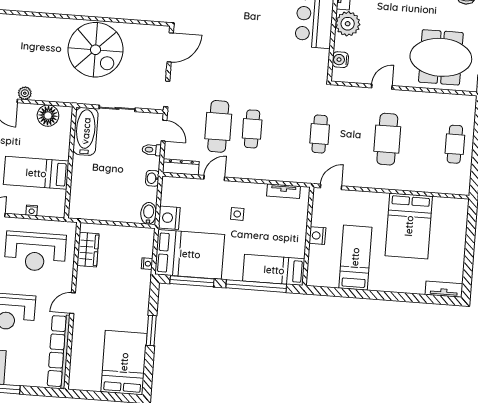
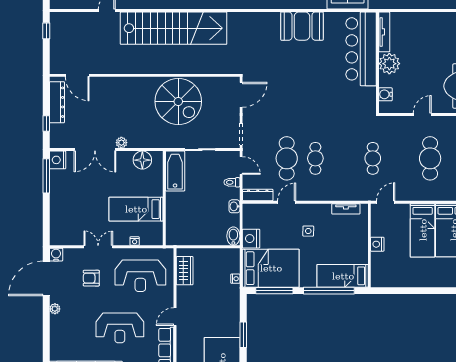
bed: (355, 258) -> (423, 230), moved, turned 180

